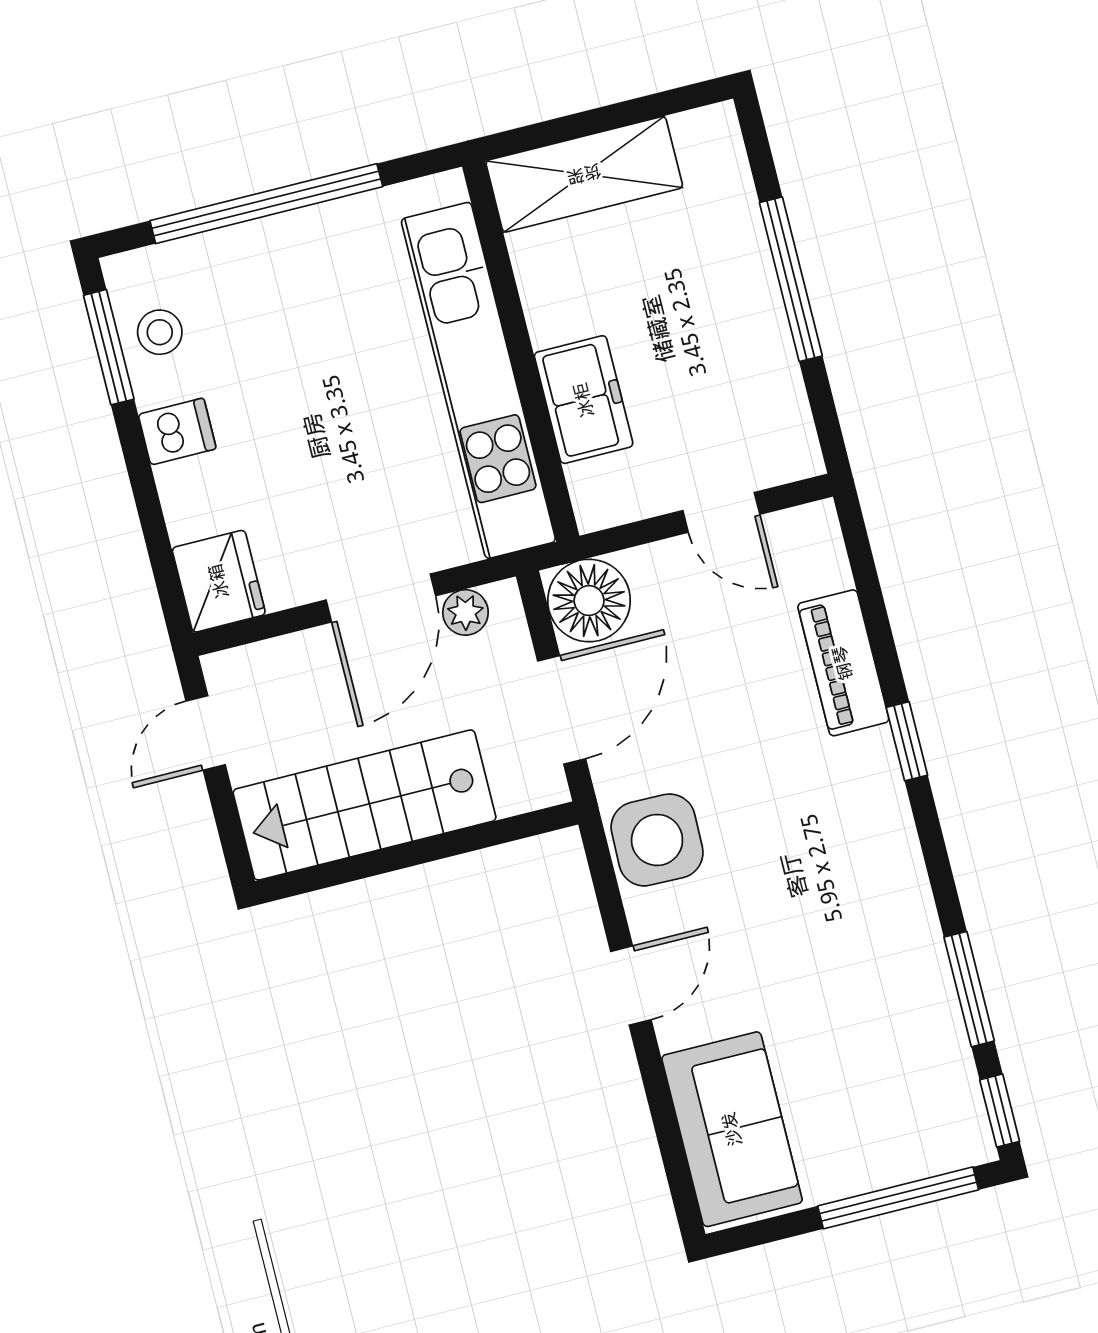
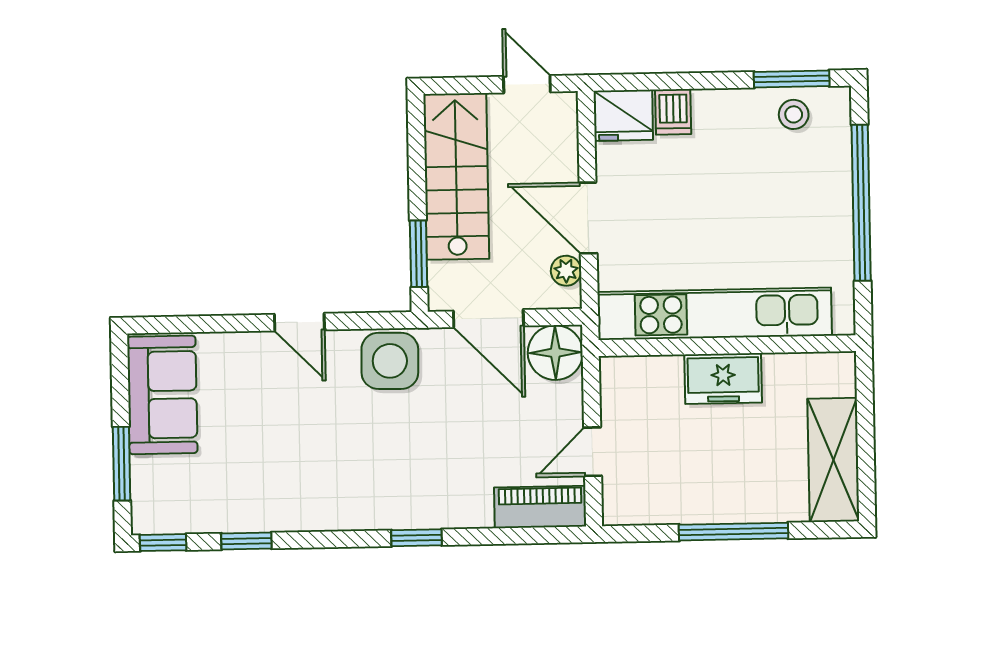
shelving: (584, 174) -> (833, 460), moved
freezer: (584, 400) -> (723, 378), moved
dishwasher: (177, 432) -> (673, 112), moved
piano: (843, 663) -> (540, 507), moved
window: (491, 834) -> (419, 254), added
window: (969, 989) -> (246, 541), width x0.67
sofa: (732, 1129) -> (162, 395), moved, turned -90
window: (898, 1198) -> (122, 464), width x0.69

